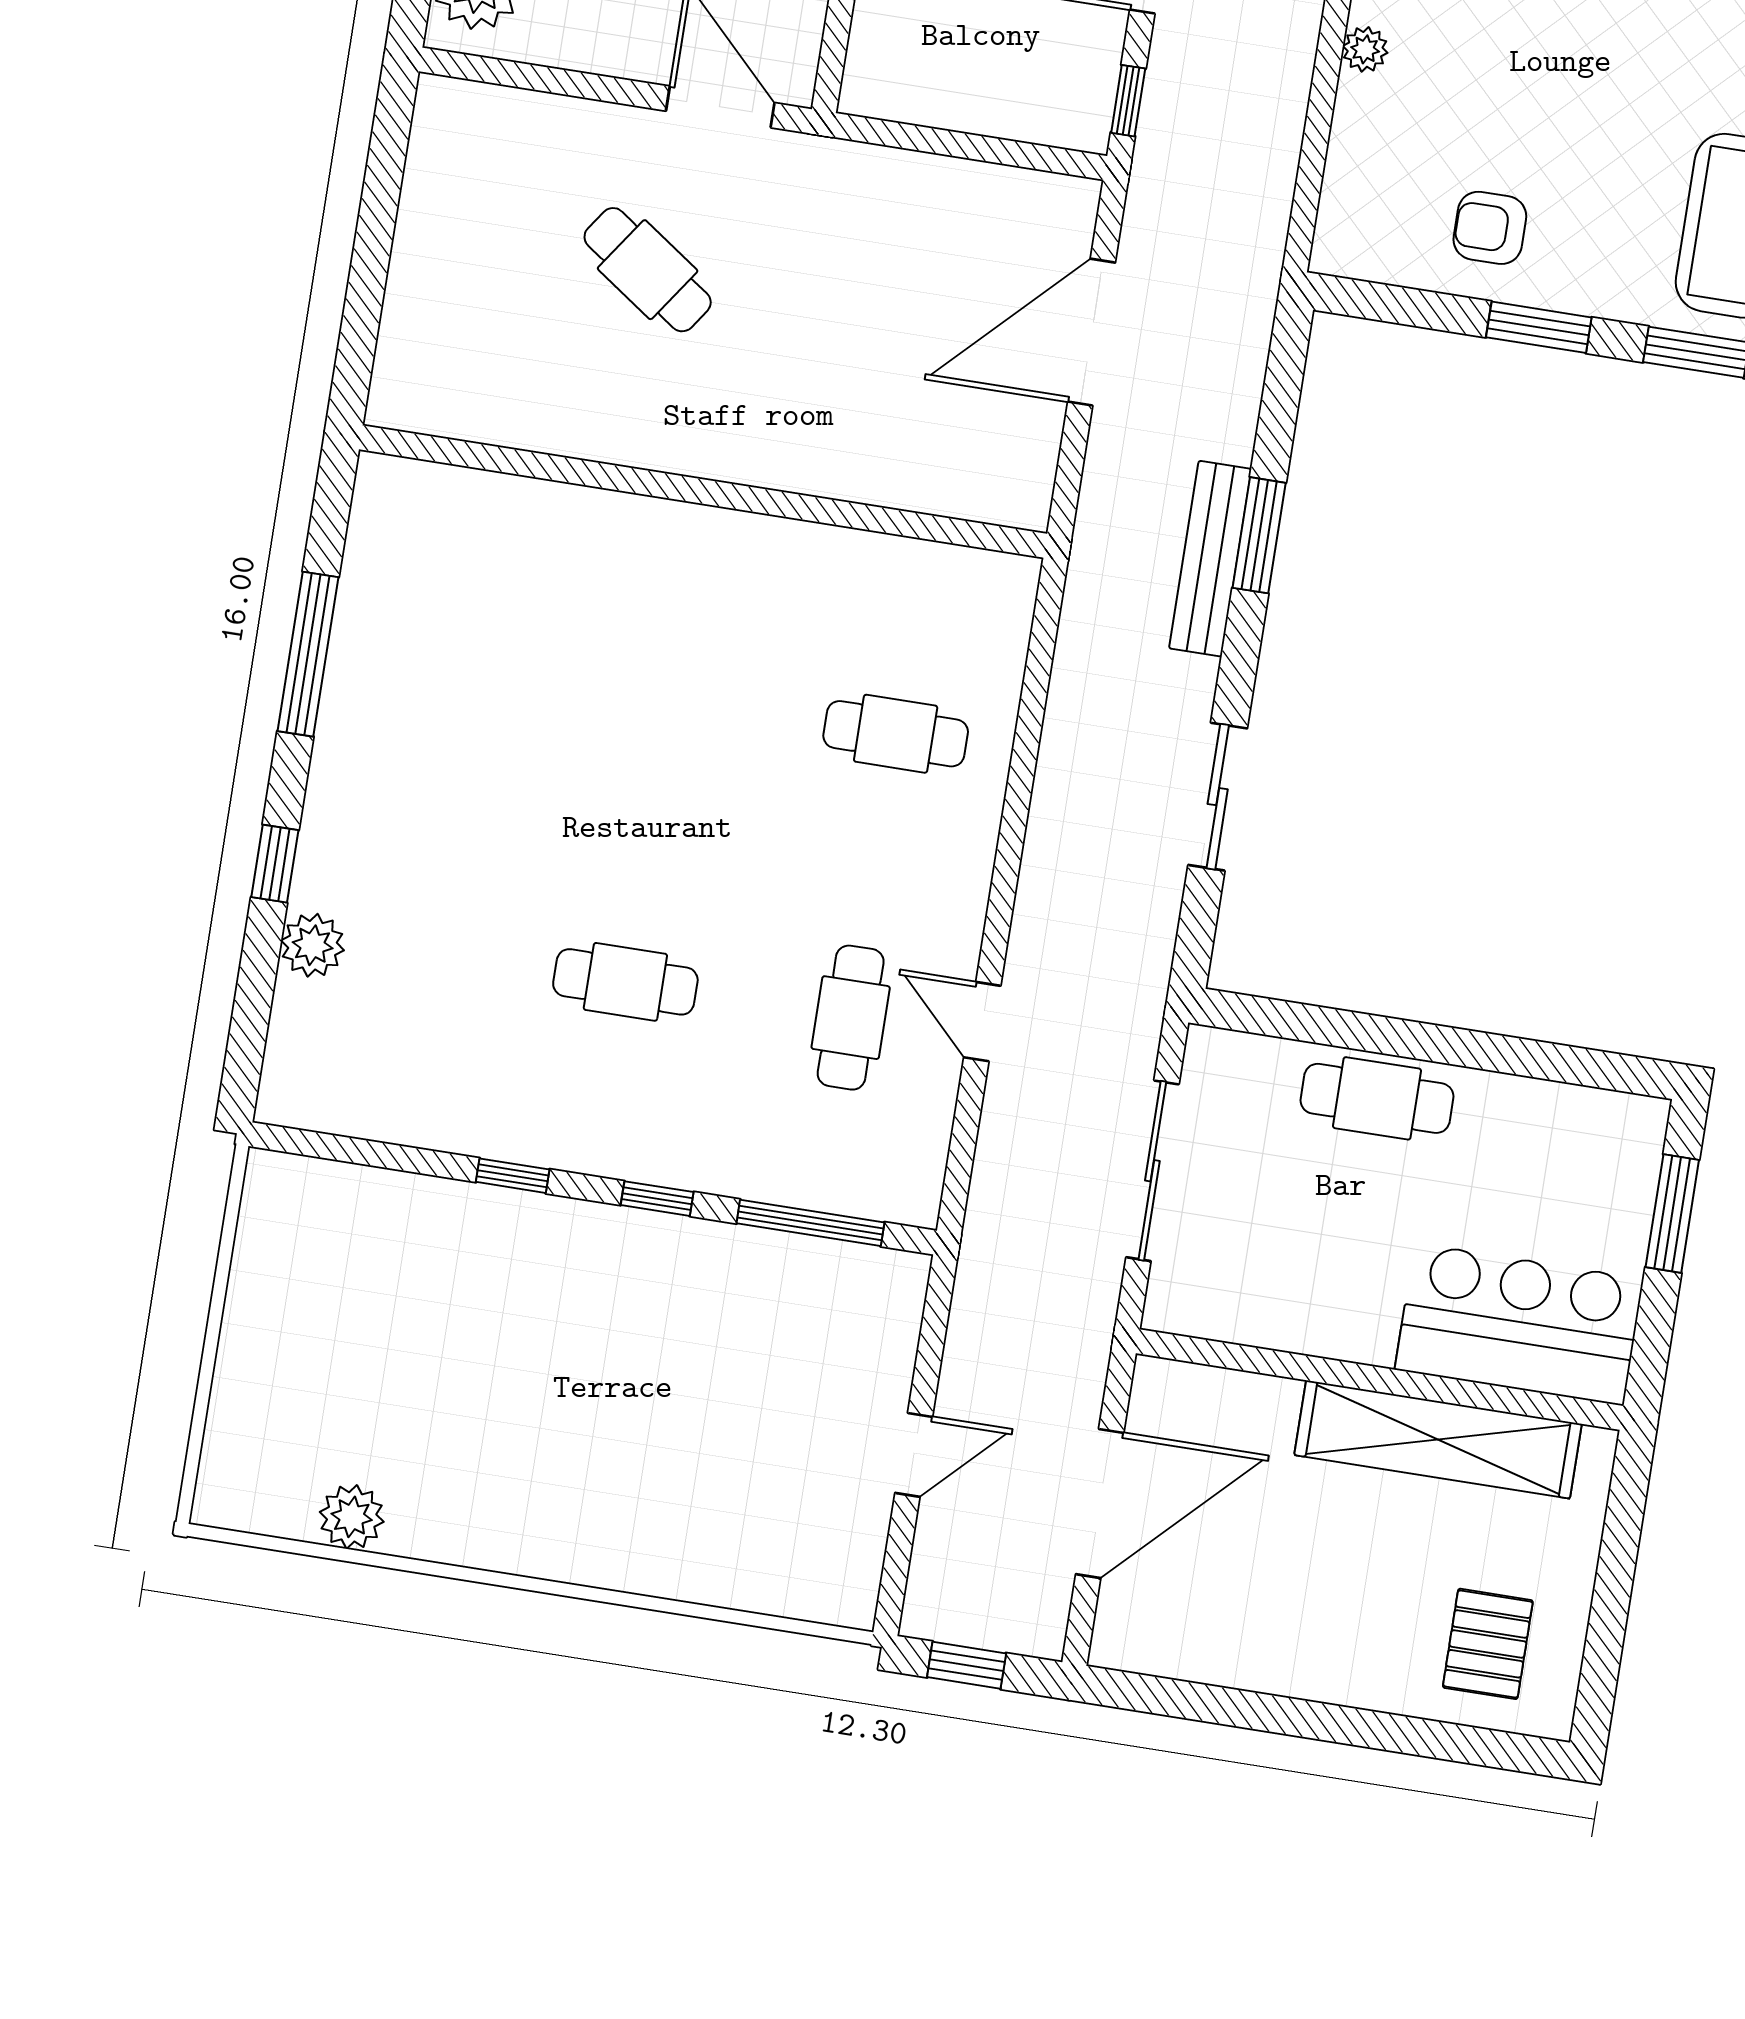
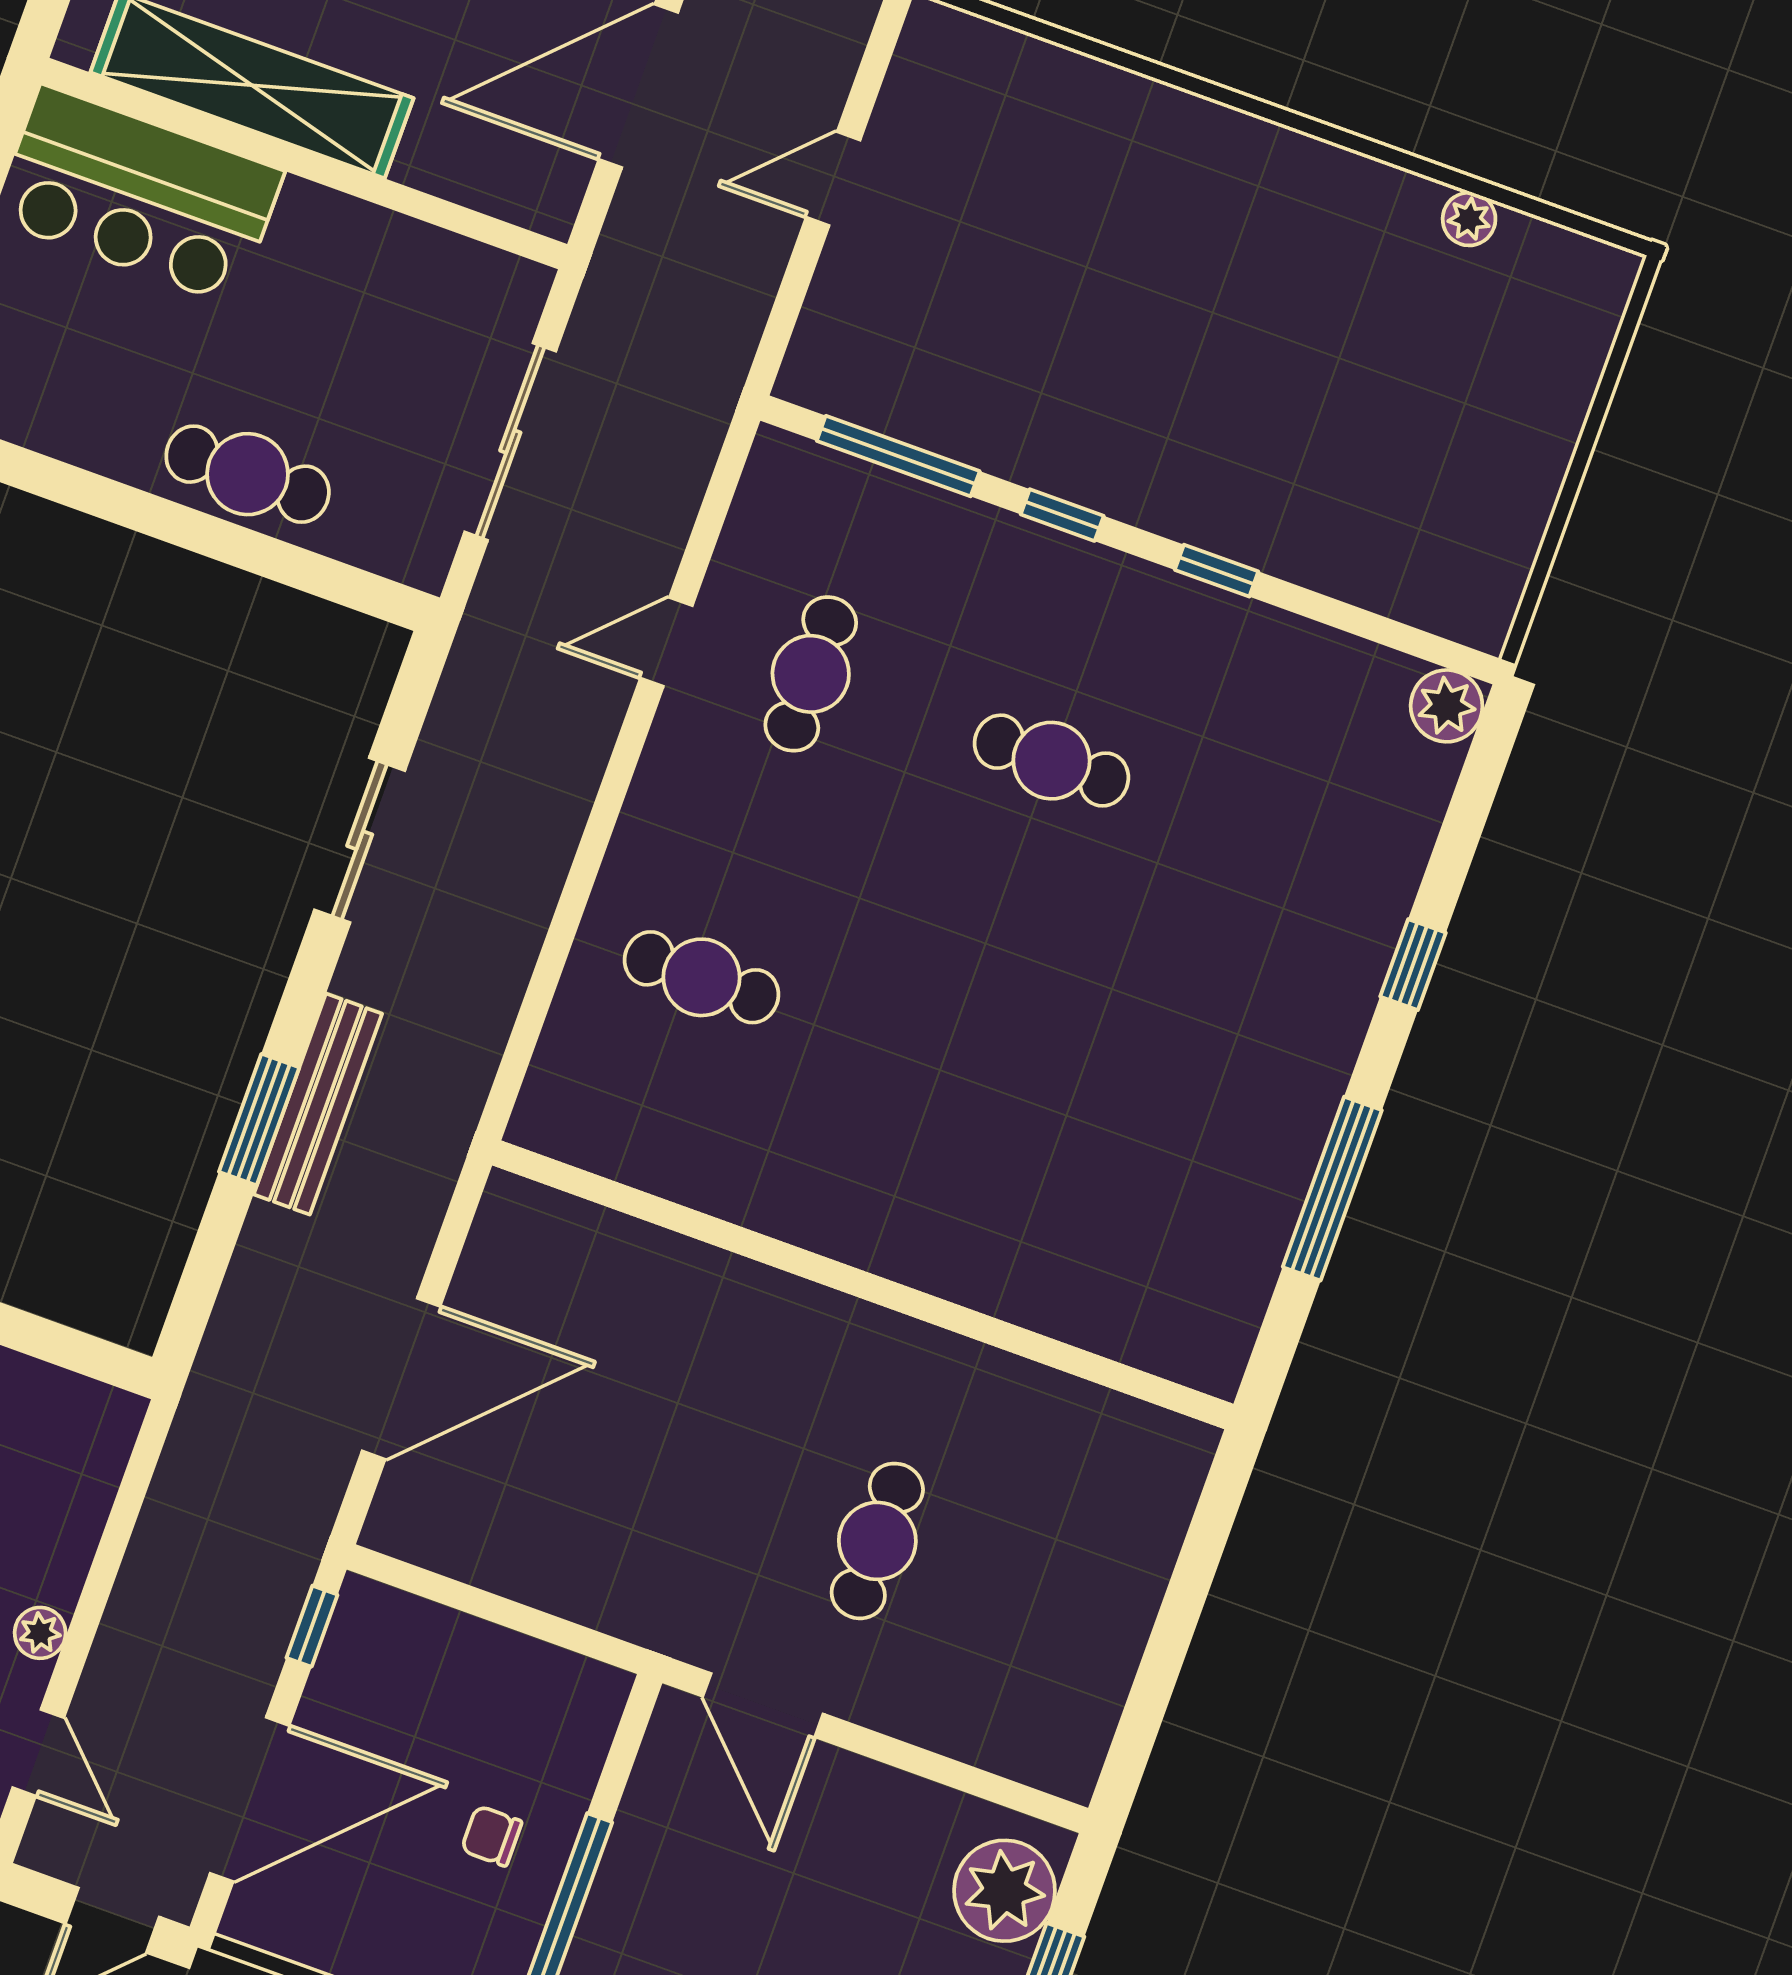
cafe table: (648, 270) -> (877, 1541), turned 55
plant: (313, 945) -> (1447, 706), moved
door: (982, 1022) -> (666, 642), swing flipped
plant: (352, 1517) -> (1469, 219), width x0.73, depth x0.73

